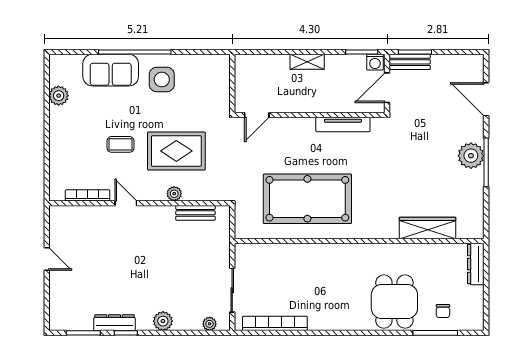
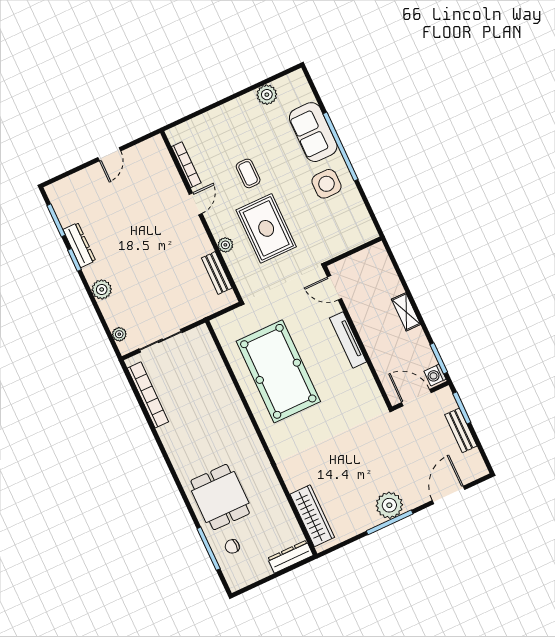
bench: (410, 62) -> (461, 430), moved
tv unit: (343, 124) -> (348, 340), moved
wardrobe: (428, 228) -> (312, 516), moved
dining table: (394, 302) -> (220, 497), turned 90

